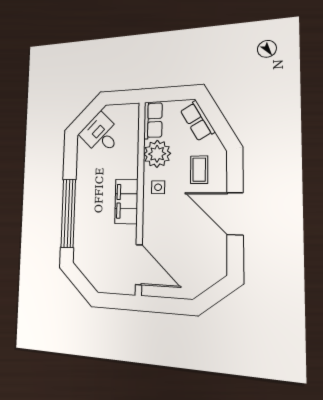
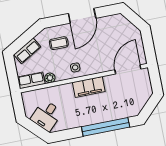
plant: (157, 154) -> (50, 78), width x0.53, depth x0.53

